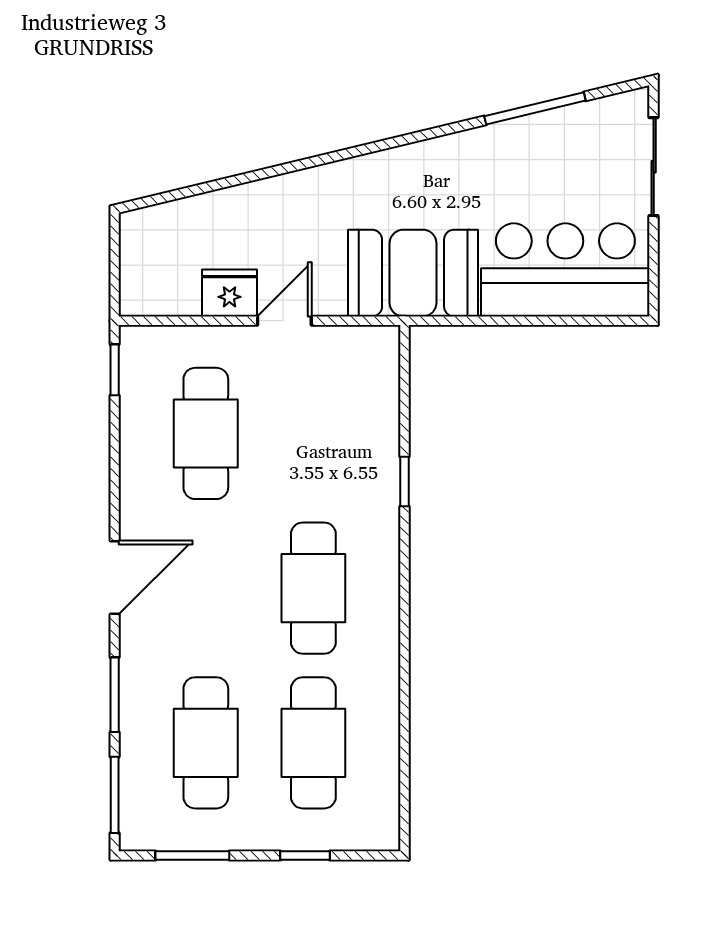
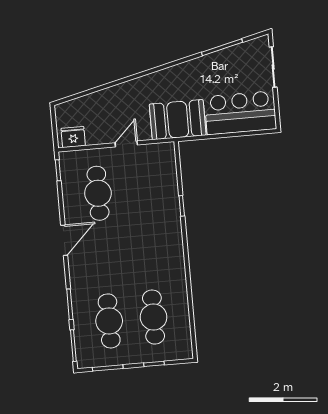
fridge: (229, 293) -> (73, 137), moved
door: (115, 578) -> (64, 240), moved
cafe table: (313, 588) -> (148, 253), removed

